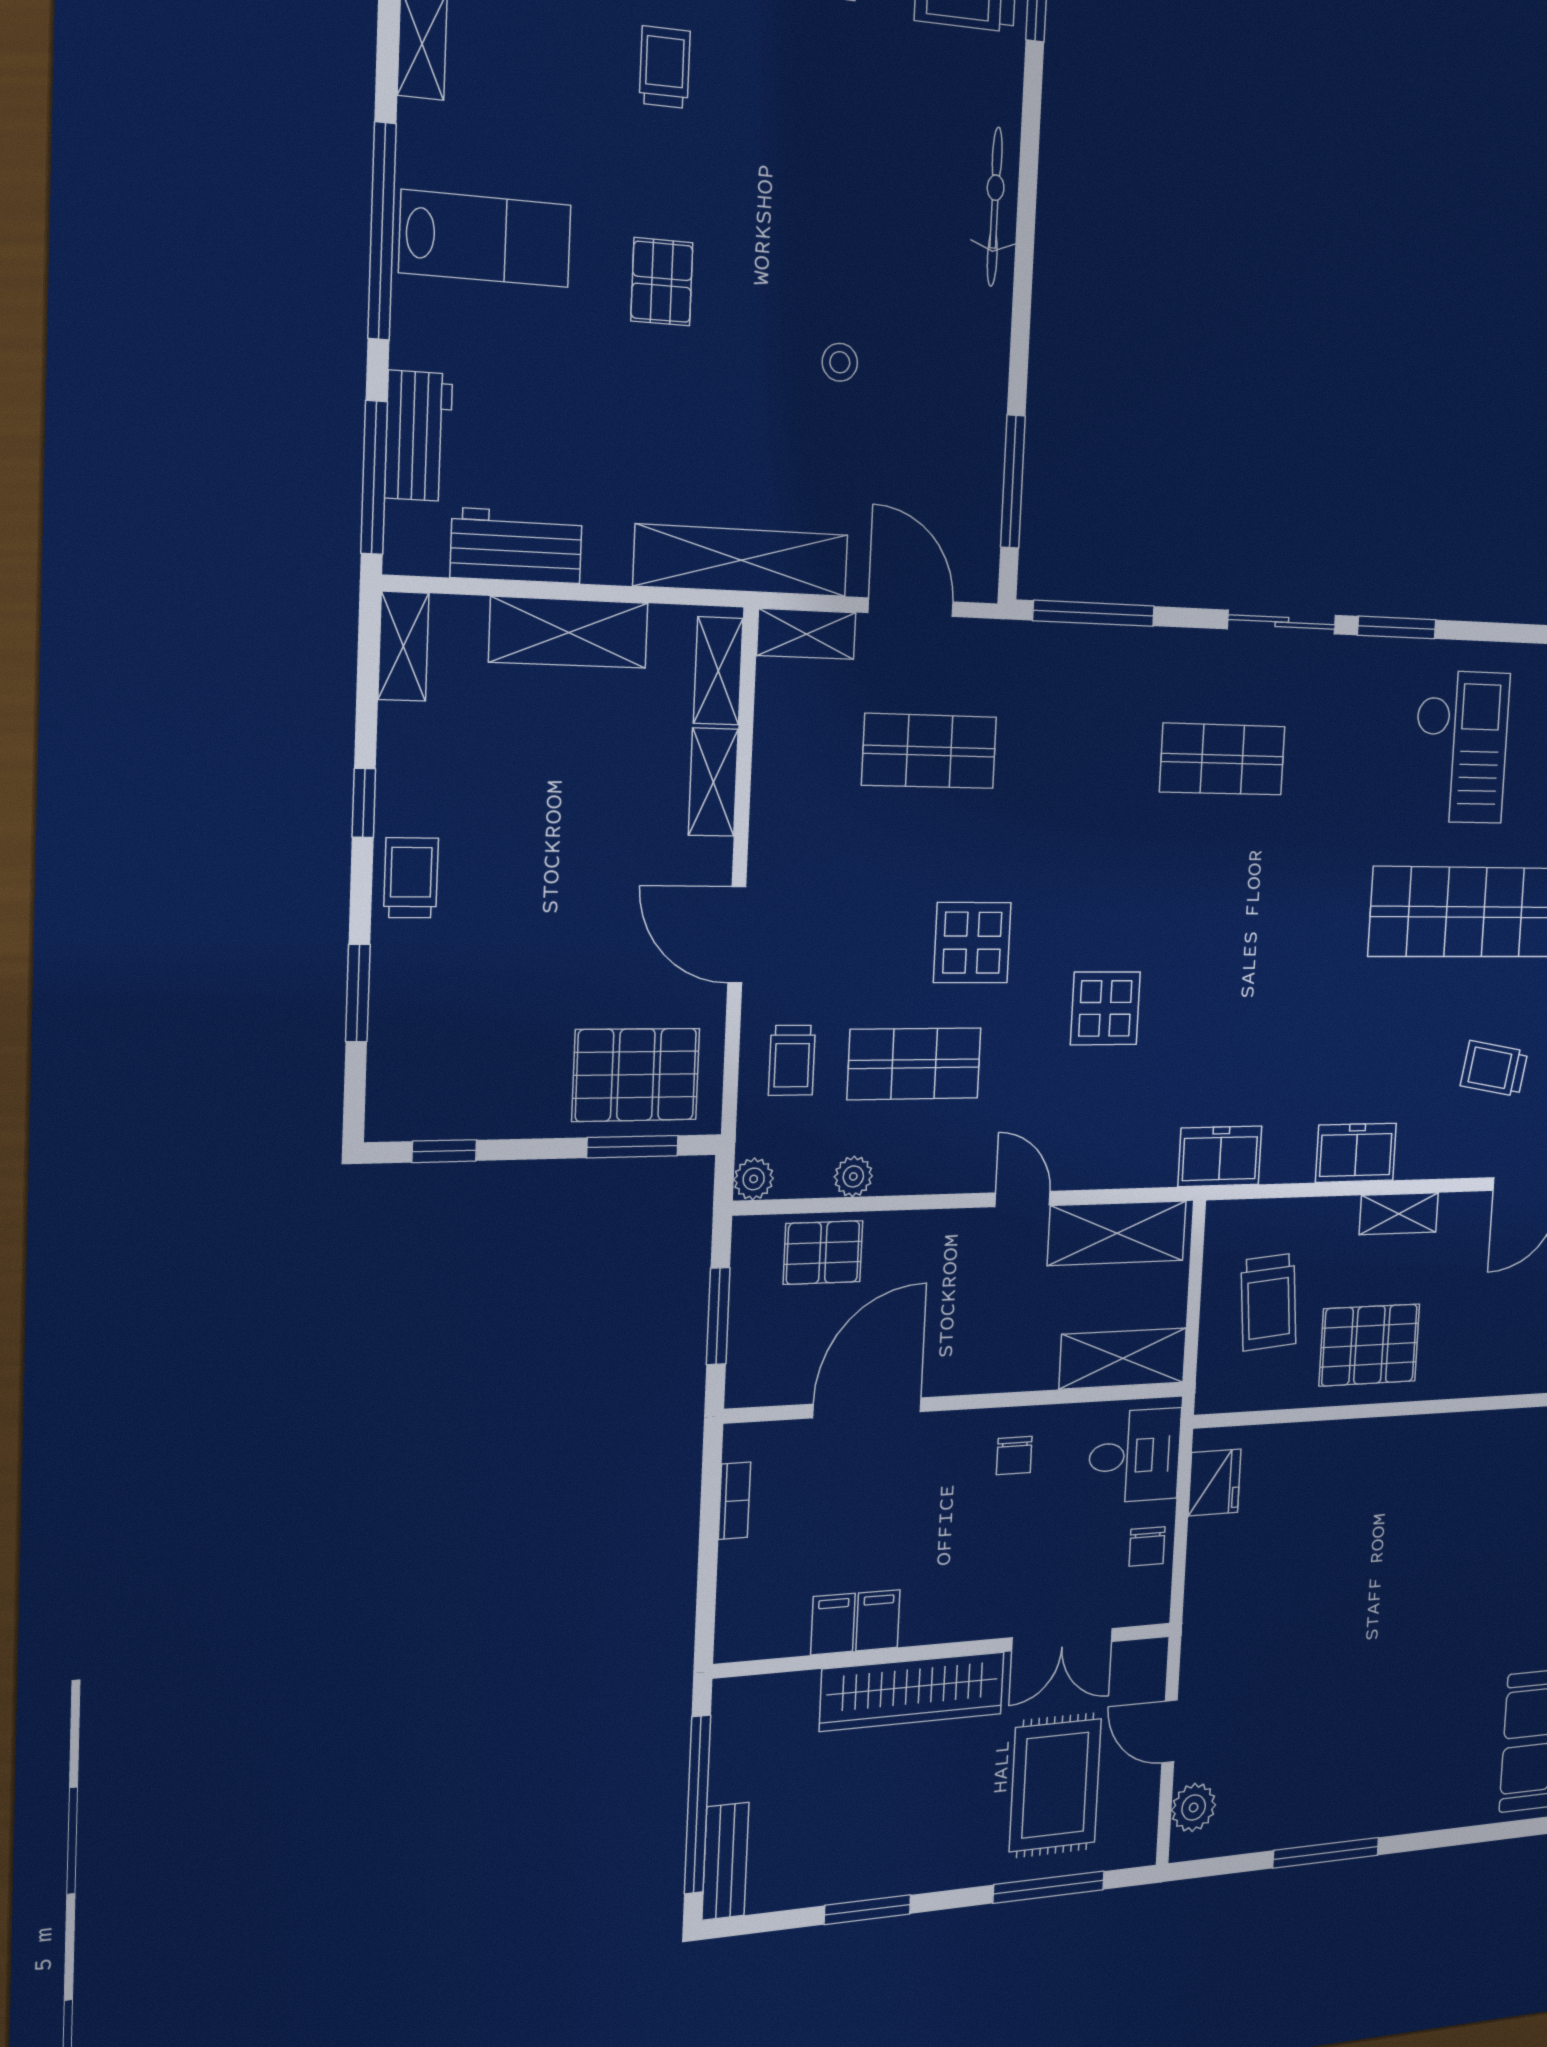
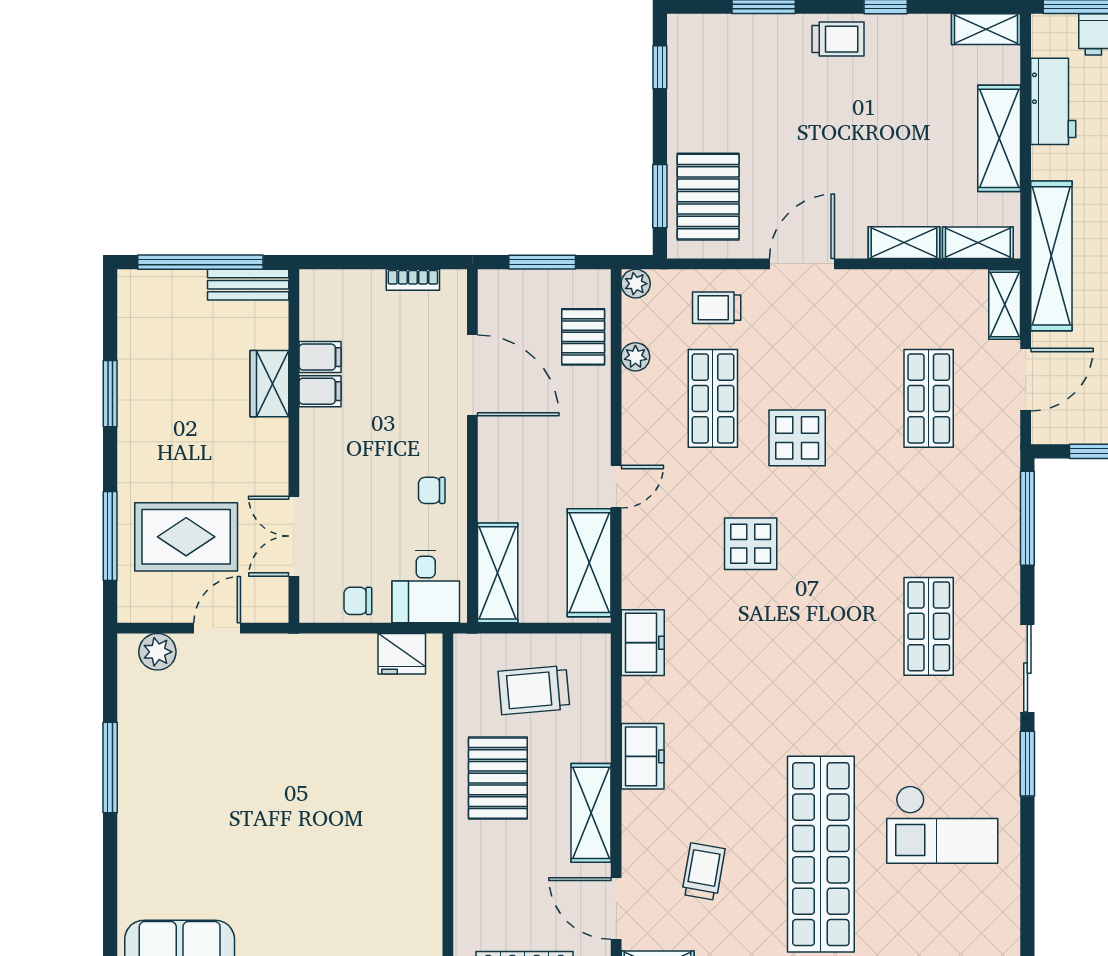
shelving: (1399, 1214) -> (591, 813), width x1.50, depth x1.33
wardrobe: (912, 1692) -> (269, 384), width x0.48, depth x0.85
bench: (725, 1861) -> (248, 285), moved

